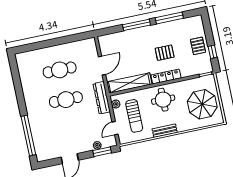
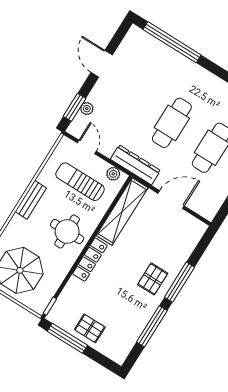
window: (213, 52) -> (67, 338), width x2.17
pallet: (165, 53) -> (153, 279), moved
door: (102, 66) -> (171, 200), swing flipped

